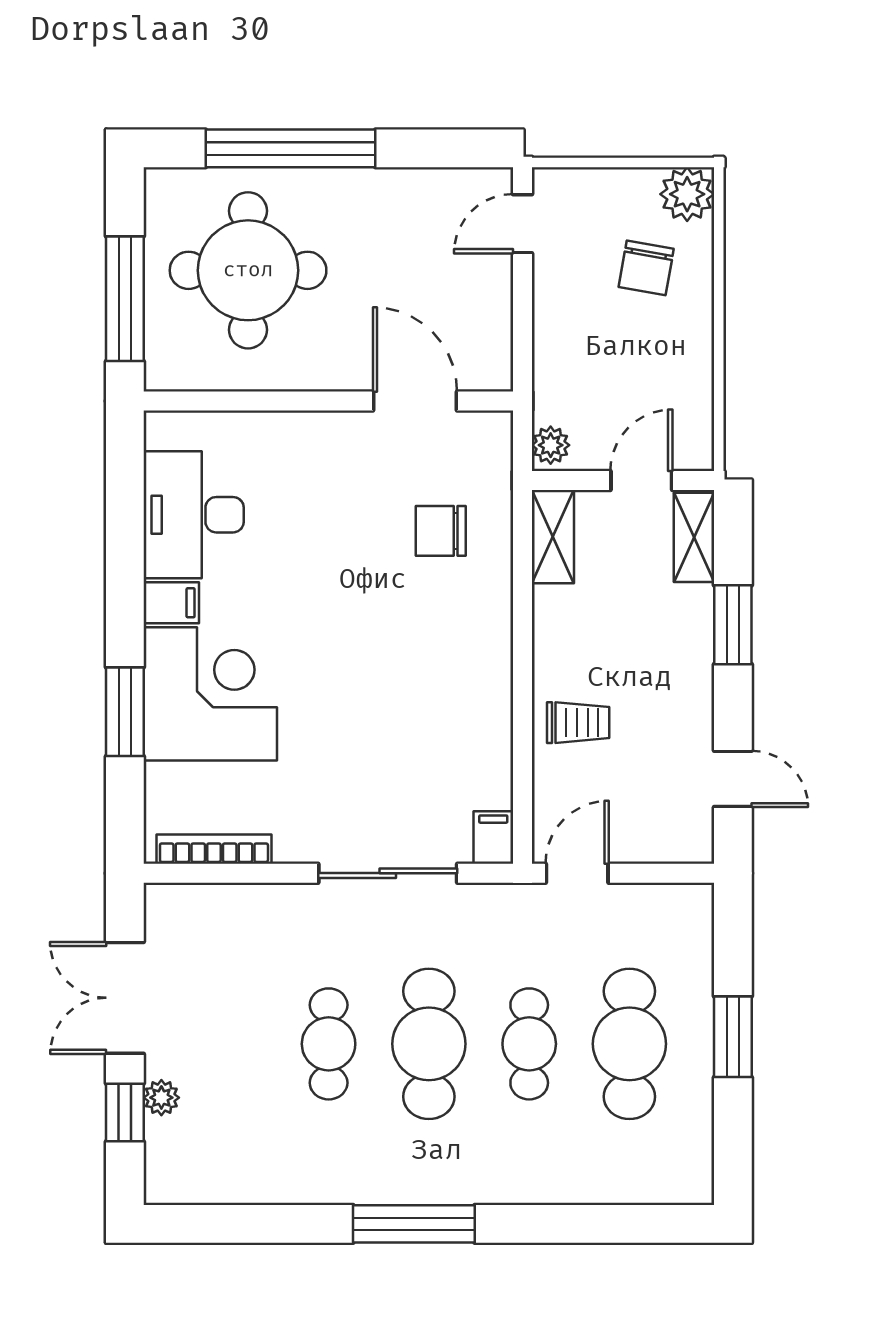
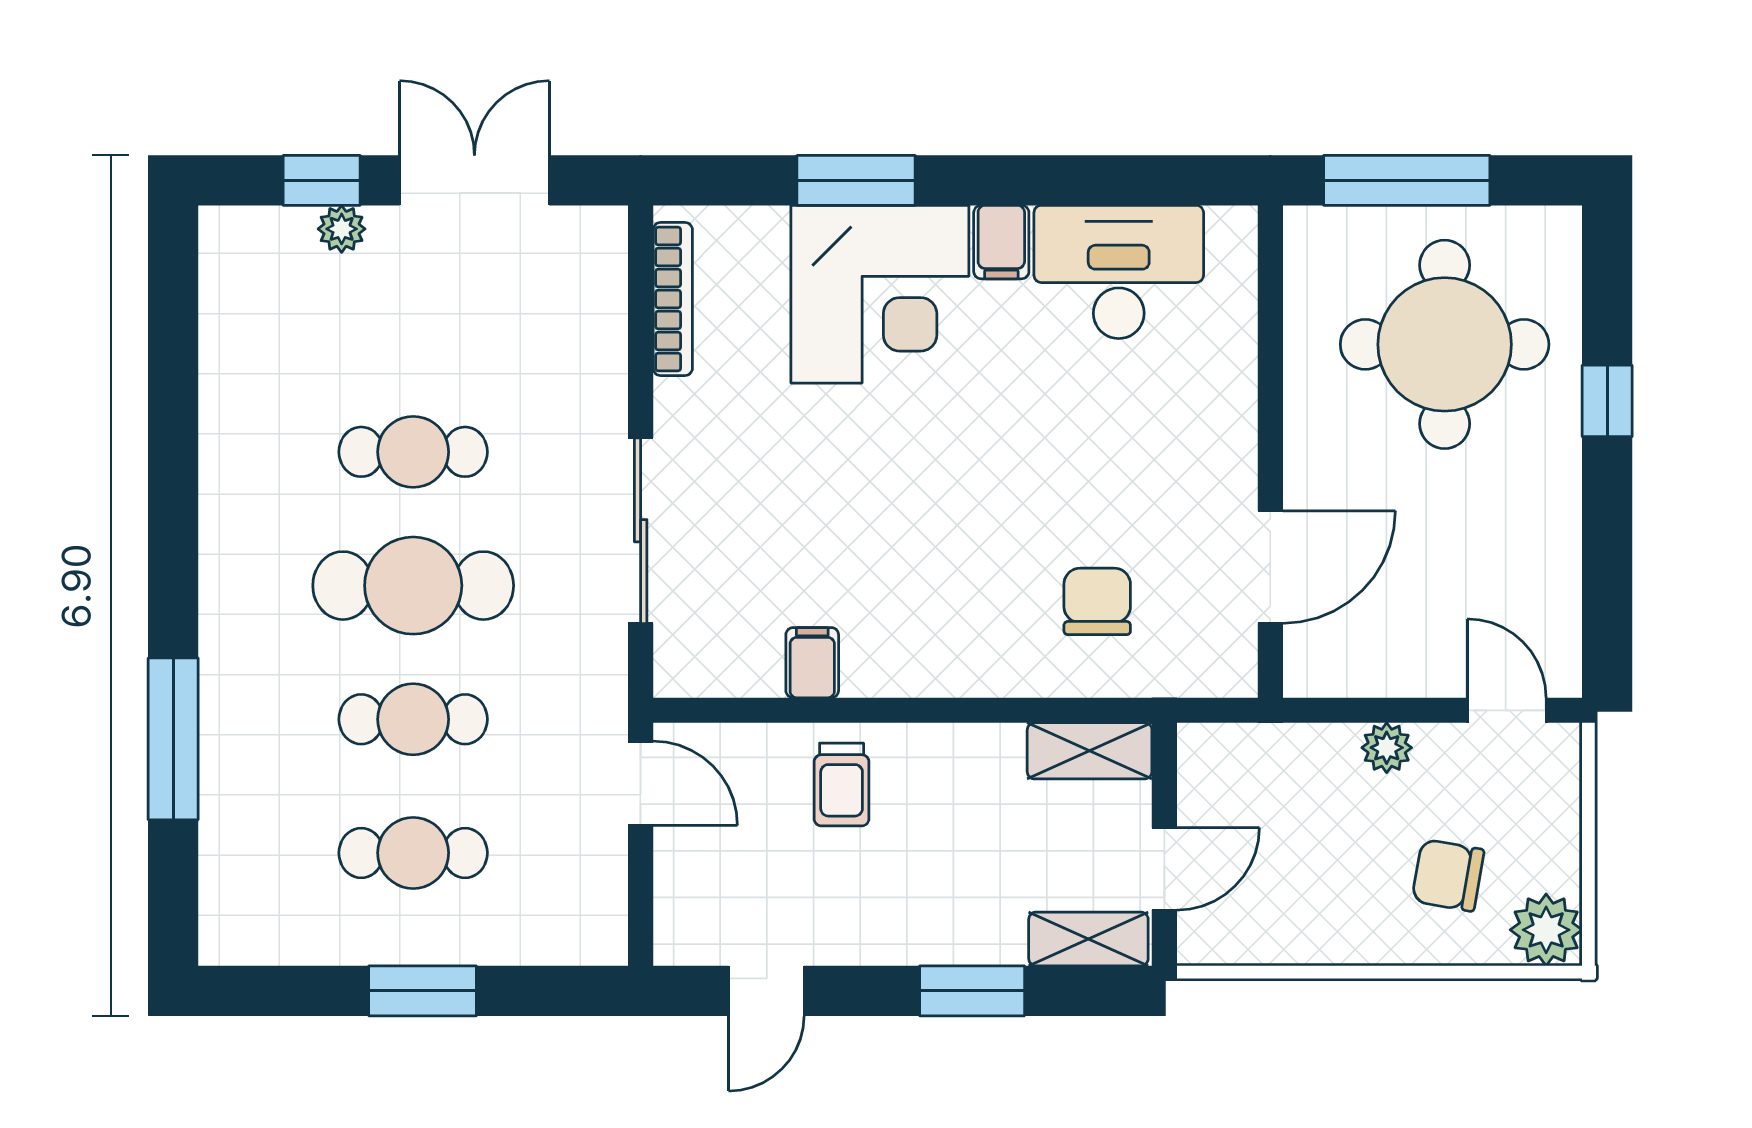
window: (290, 148) -> (1607, 401), width x0.32
plant: (551, 445) -> (1387, 748), moved
door: (641, 480) -> (1164, 869), hinge flipped
filing cabinet: (493, 838) -> (812, 663), moved, turned -90
cafe table: (629, 1044) -> (413, 853), width x0.73, depth x0.74
window: (414, 1224) -> (173, 739), moved

